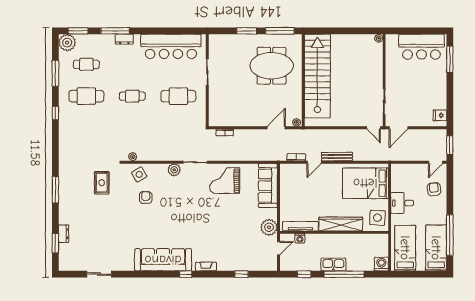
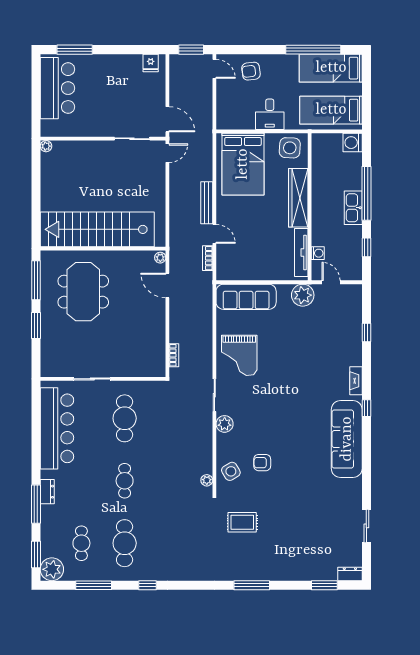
dresser: (64, 234) -> (350, 574), moved

